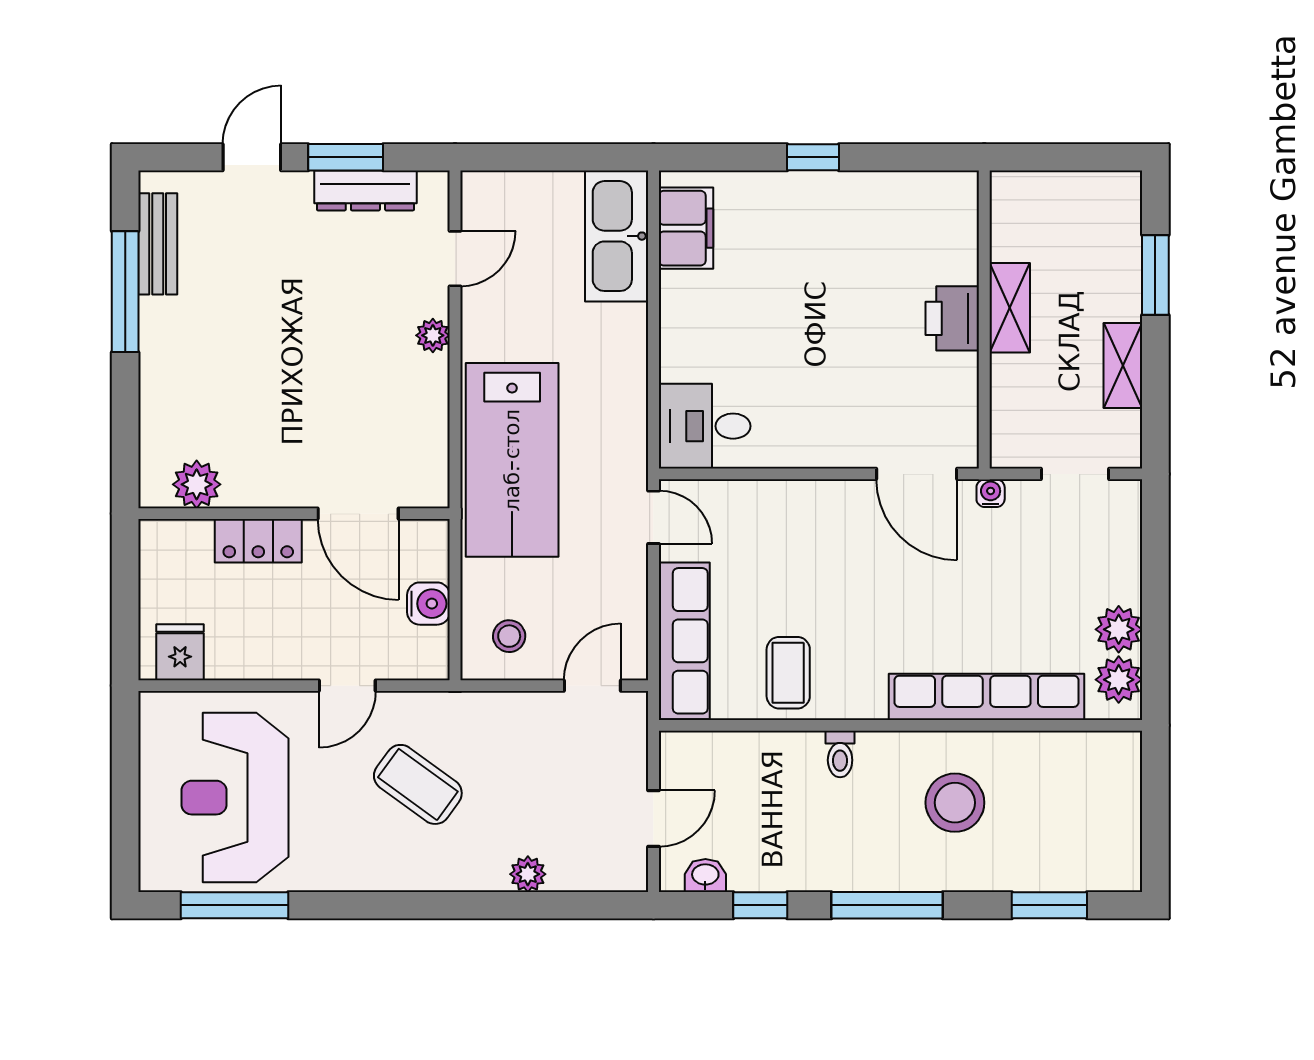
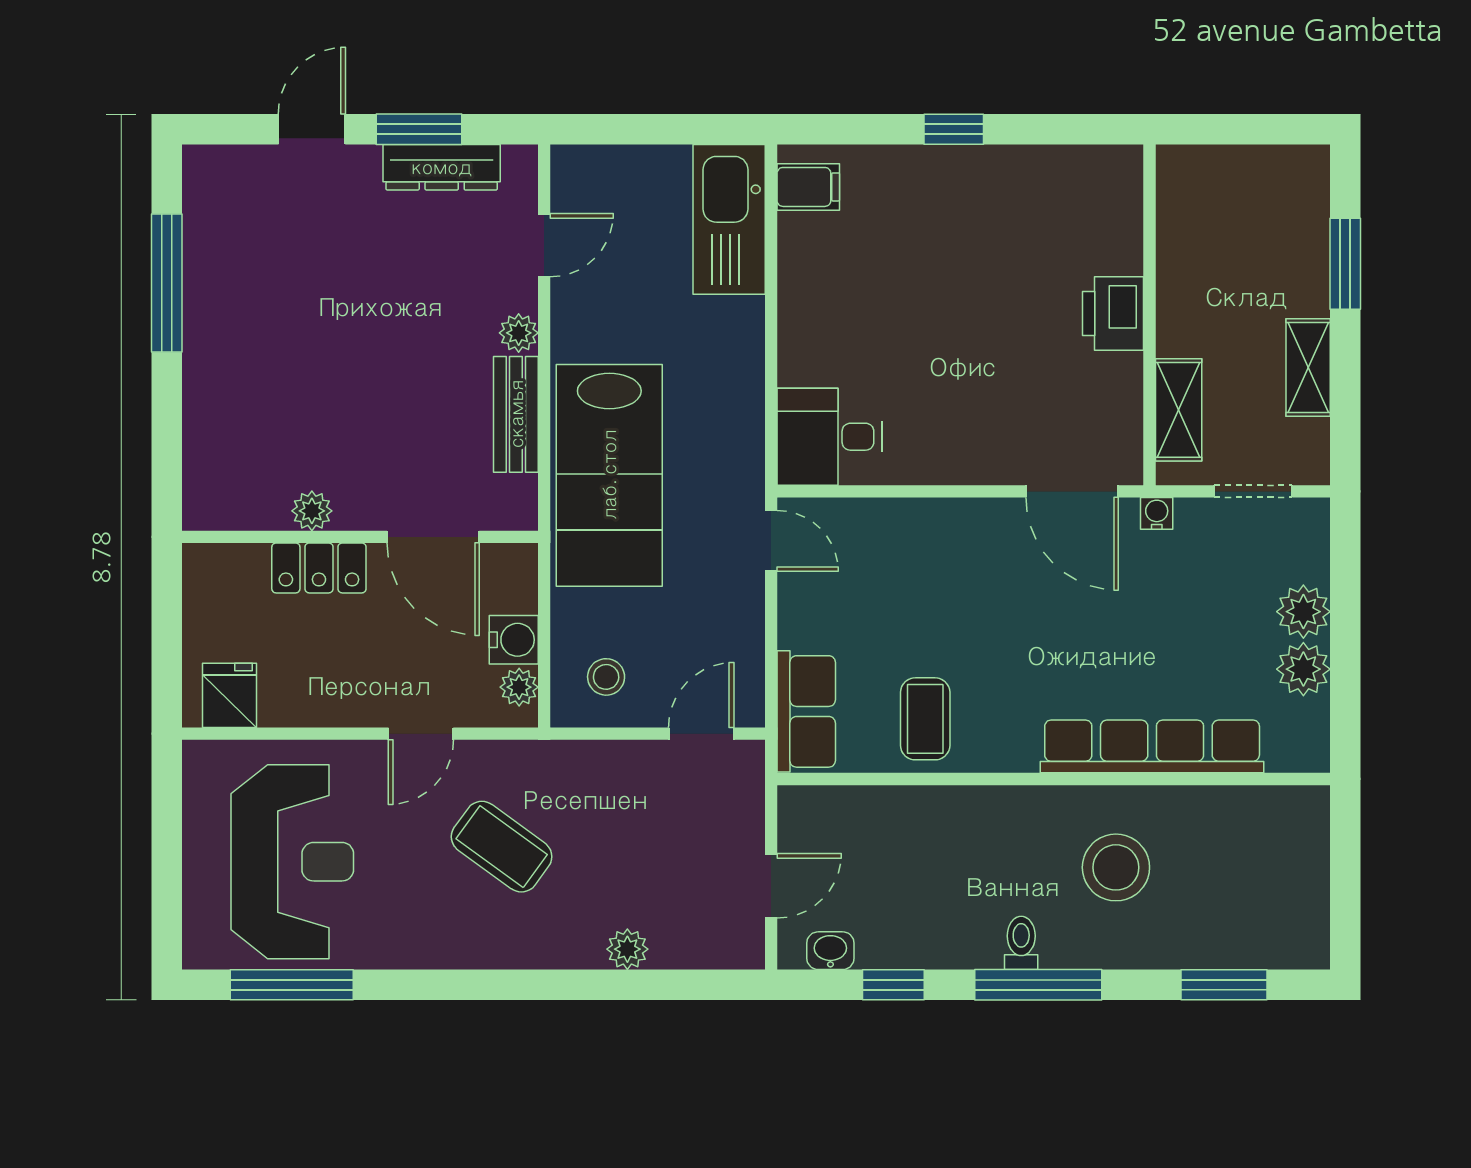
filing cabinet: (686, 228) -> (808, 187), width x0.50
bench: (158, 244) -> (516, 414), moved
shelving: (1010, 308) -> (1179, 410), moved
plant: (197, 484) -> (312, 511), moved, width x0.73, depth x0.73
row of seats: (684, 641) -> (806, 711), width x0.68
plant: (433, 645) -> (519, 687), added
plant: (1119, 680) -> (1303, 612), moved
toilet: (840, 754) -> (1021, 943), moved, turned 180
reception desk: (235, 798) -> (292, 862), turned 180

